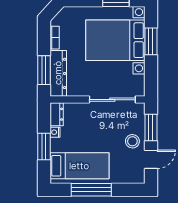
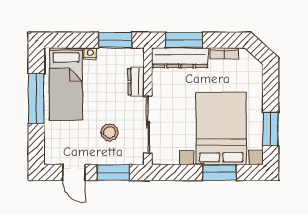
dresser: (57, 114) -> (136, 82), moved, turned 90
nightstand: (55, 132) -> (90, 54), moved
stool: (132, 141) -> (110, 132), moved
window: (44, 147) -> (115, 40), moved

